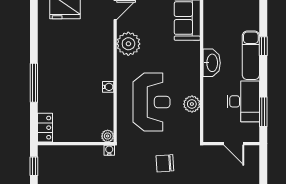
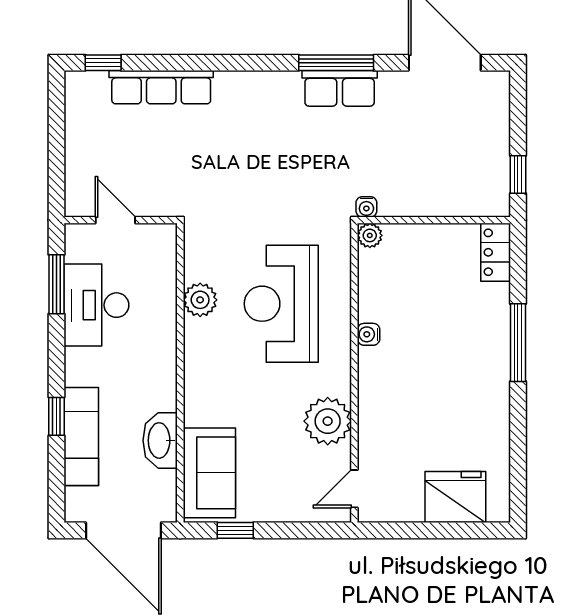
exam couch: (251, 55) -> (81, 436), moved
washbasin: (212, 63) -> (160, 440), moved
chair: (165, 163) -> (254, 180), removed

